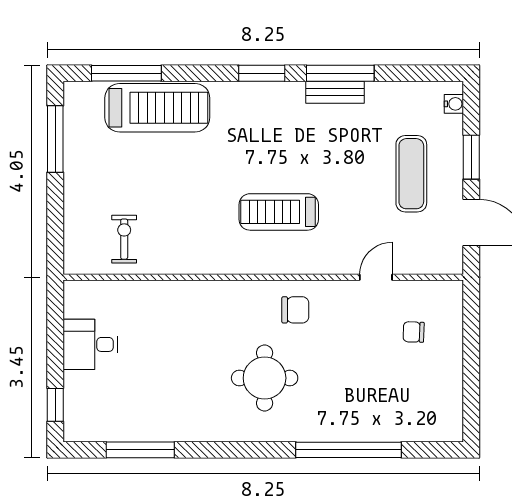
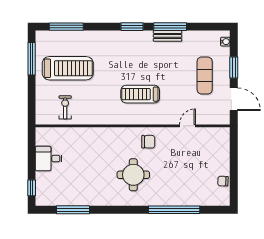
treadmill: (157, 108) -> (68, 68), moved
chair: (414, 332) -> (223, 181), moved

